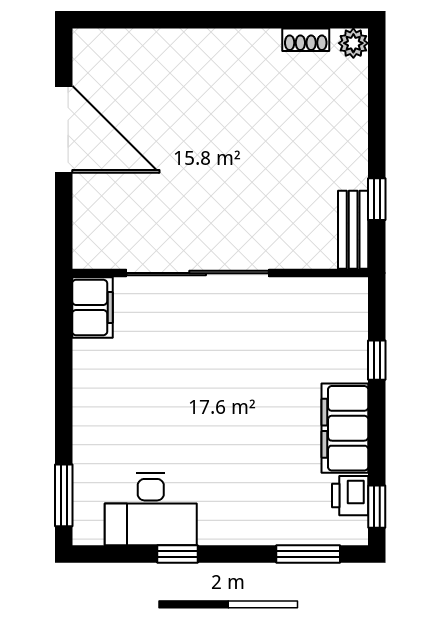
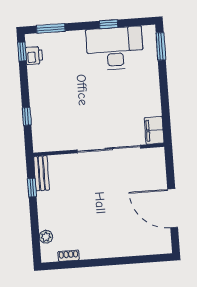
plant: (353, 43) -> (46, 237), moved
filing cabinet: (345, 428) -> (39, 85), removed
desk: (151, 509) -> (115, 48), width x1.36, depth x1.30

